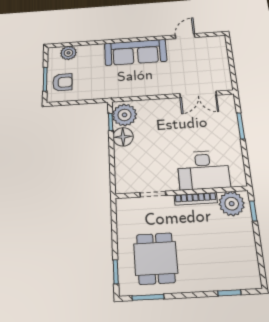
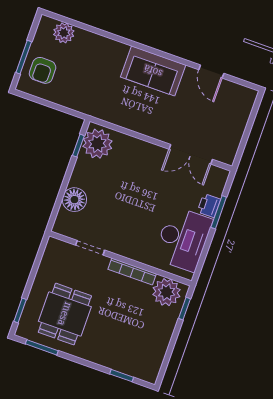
door: (185, 36) -> (211, 71), swing flipped
sofa: (135, 52) -> (153, 71), width x0.73
armchair: (63, 82) -> (43, 70), turned 90
printer: (231, 124) -> (209, 206), added
floor lamp: (123, 137) -> (74, 200), moved
desk: (203, 170) -> (183, 239), moved, turned -90

